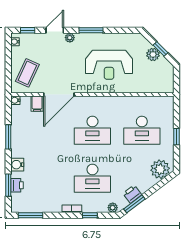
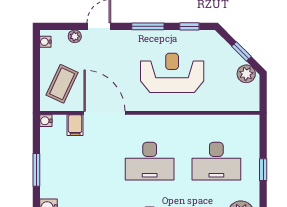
window: (28, 30) -> (189, 26), moved
plant: (70, 38) -> (75, 36), moved
plant: (153, 54) -> (246, 74), moved
reception desk: (109, 65) -> (172, 73), turned 180
door: (59, 95) -> (104, 113), swing flipped

